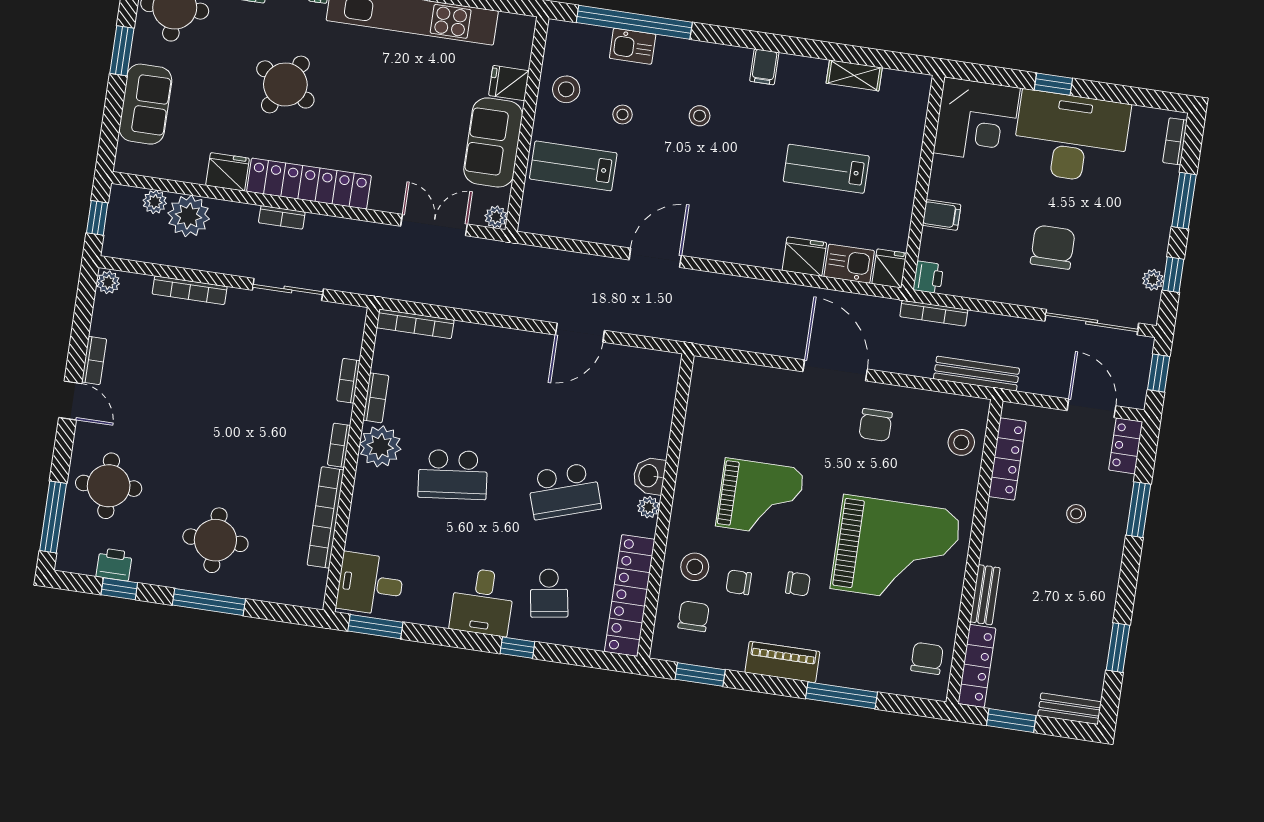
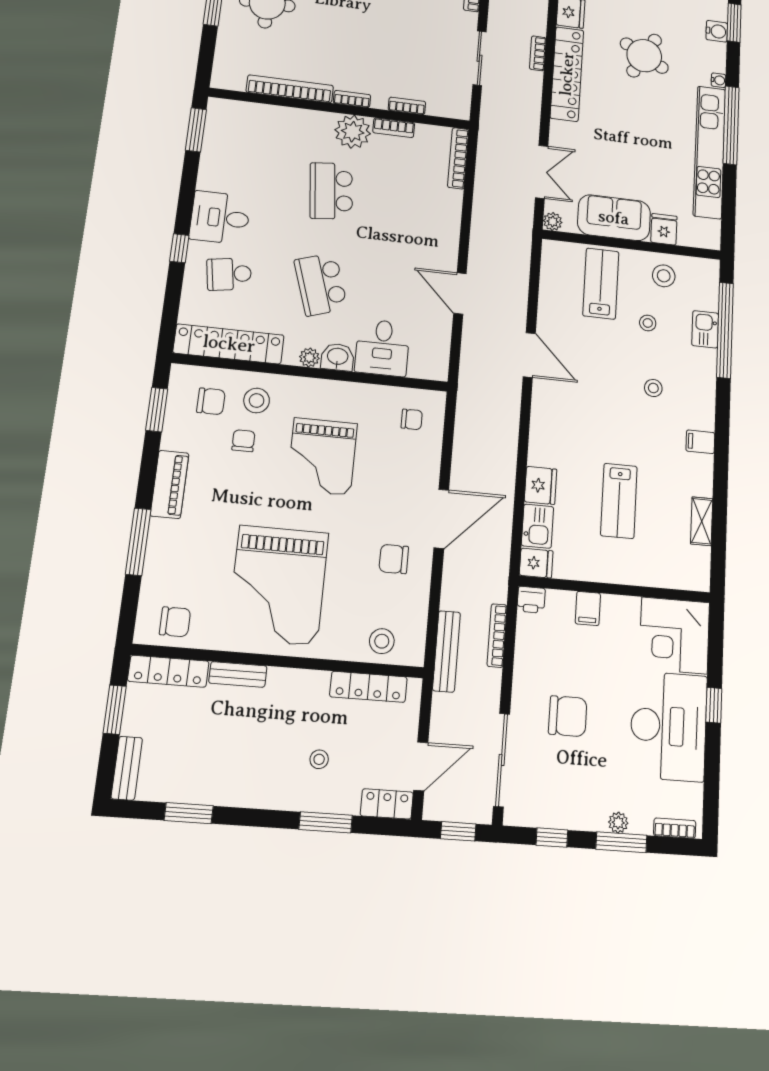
lab bench: (826, 169) -> (619, 501), turned 180
plant: (1153, 280) -> (618, 823), moved
bookcase: (934, 313) -> (497, 635), moved
desk: (370, 584) -> (382, 348), moved, turned 180
chair: (798, 584) -> (412, 419), moved, turned -90

